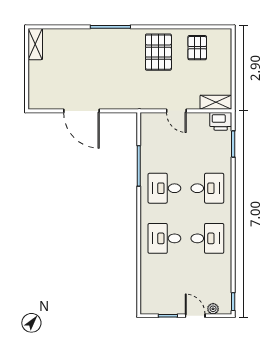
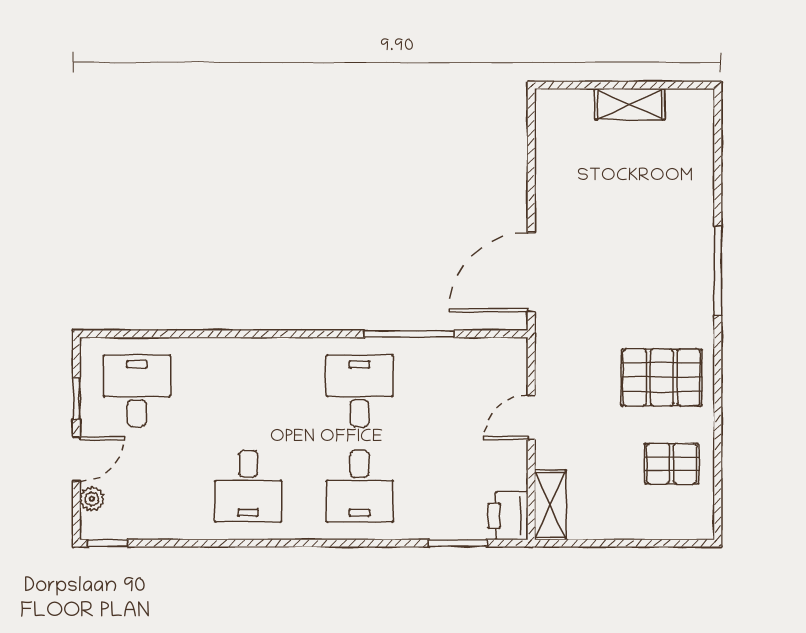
shelving: (35, 44) -> (630, 104), moved
door: (81, 111) -> (531, 272), moved
desk: (164, 238) -> (137, 391), moved

